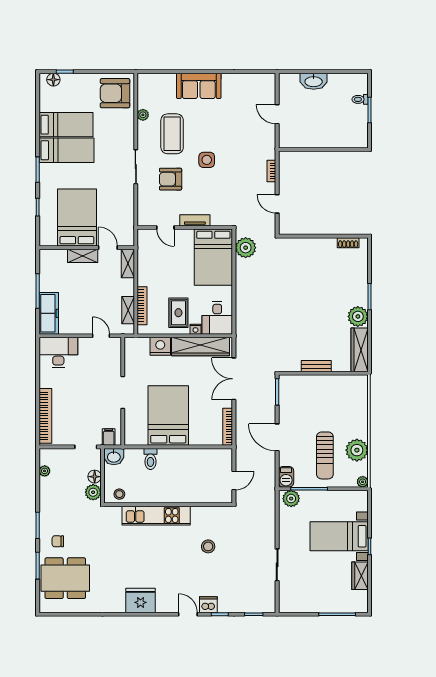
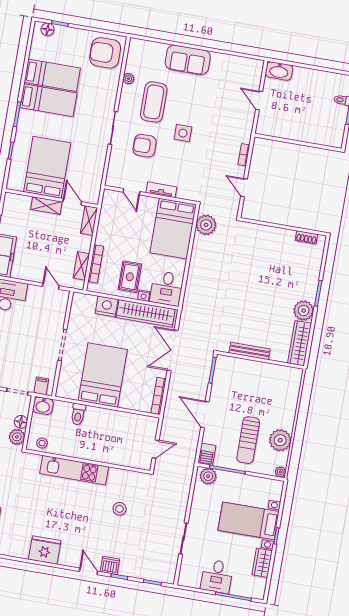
washbasin: (314, 81) -> (279, 71), moved
bench: (316, 366) -> (250, 351), width x1.36
desk: (317, 597) -> (217, 576), added

